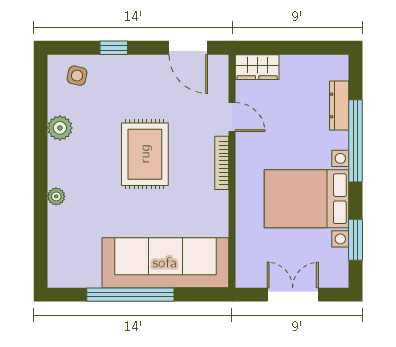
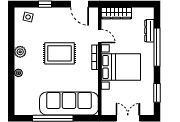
wardrobe: (257, 67) -> (116, 13), width x1.50
plant: (60, 128) -> (20, 52), moved
rug: (145, 154) -> (59, 53), turned 90
bed with nightstands: (307, 199) -> (121, 67), moved, turned 180

